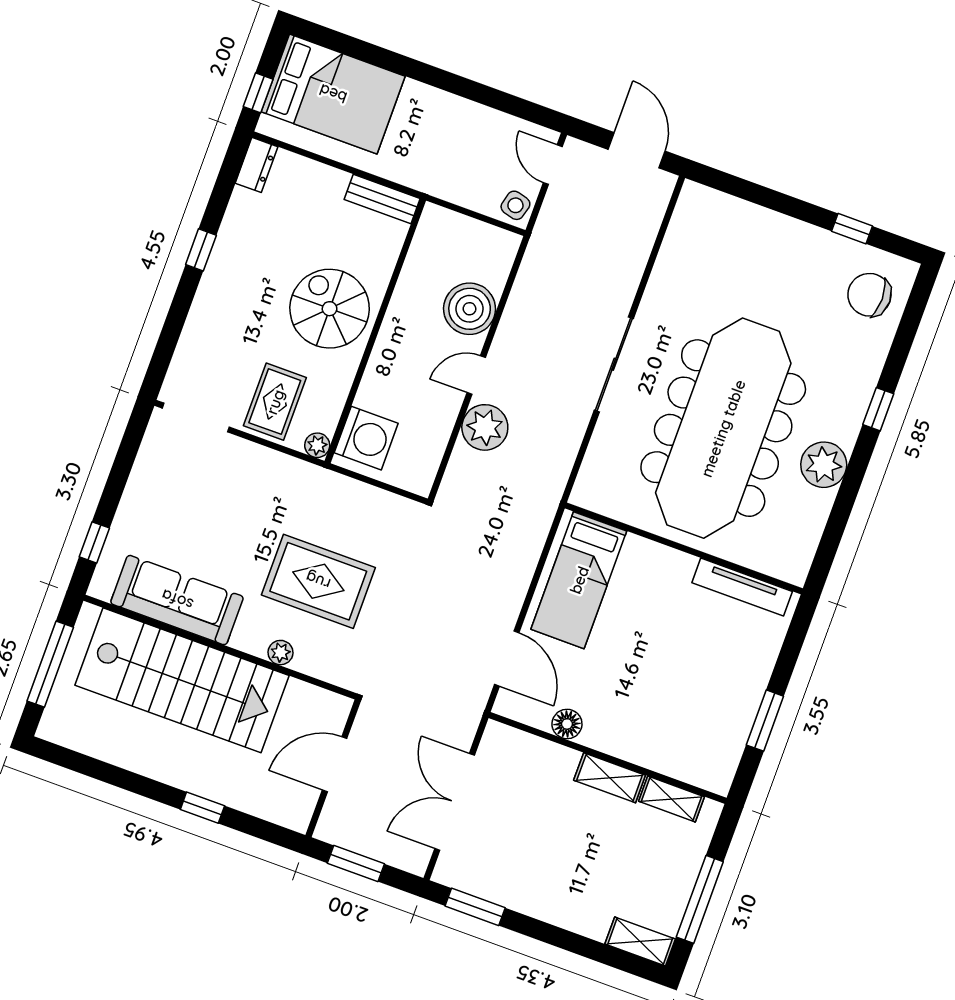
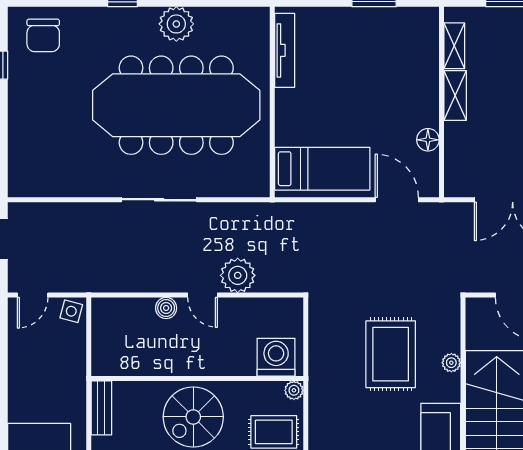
boiler: (470, 309) -> (166, 308), width x0.54, depth x0.54
door: (507, 659) -> (397, 200), hinge flipped

